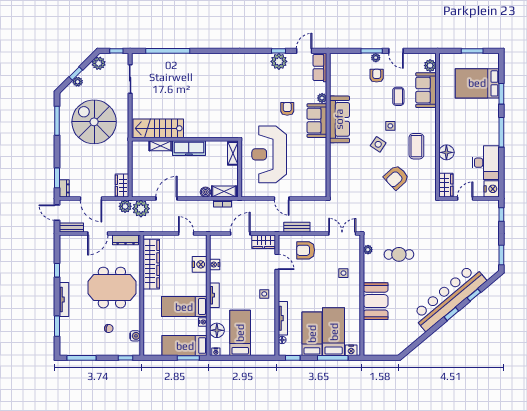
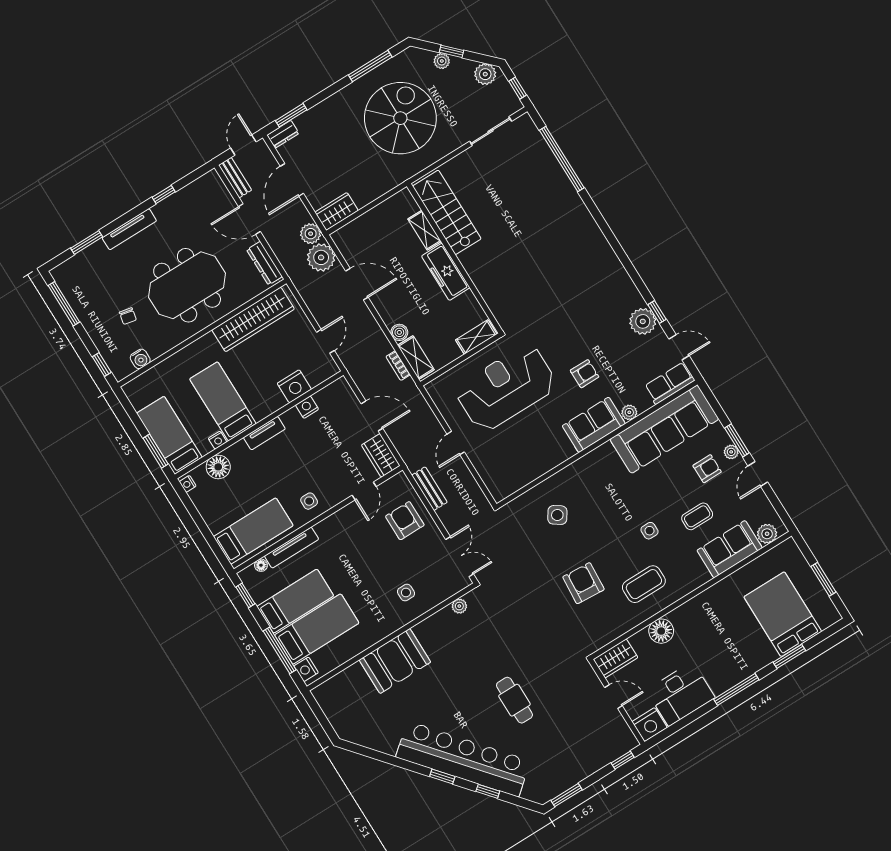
sofa: (339, 119) -> (664, 429), moved, width x1.36, depth x1.27
side table: (378, 144) -> (557, 515), moved
armchair: (396, 177) -> (583, 583), turned 47
cafe table: (399, 254) -> (514, 700), moved
meeting table: (112, 288) -> (187, 285), turned 90
bed: (240, 333) -> (253, 531), moved

